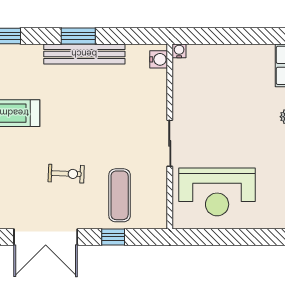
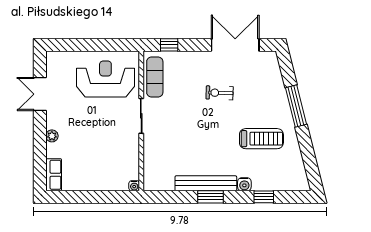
water cooler: (159, 59) -> (244, 184), moved, turned -90
exercise mat: (120, 195) -> (155, 77), moved
window: (113, 237) -> (169, 45), moved

